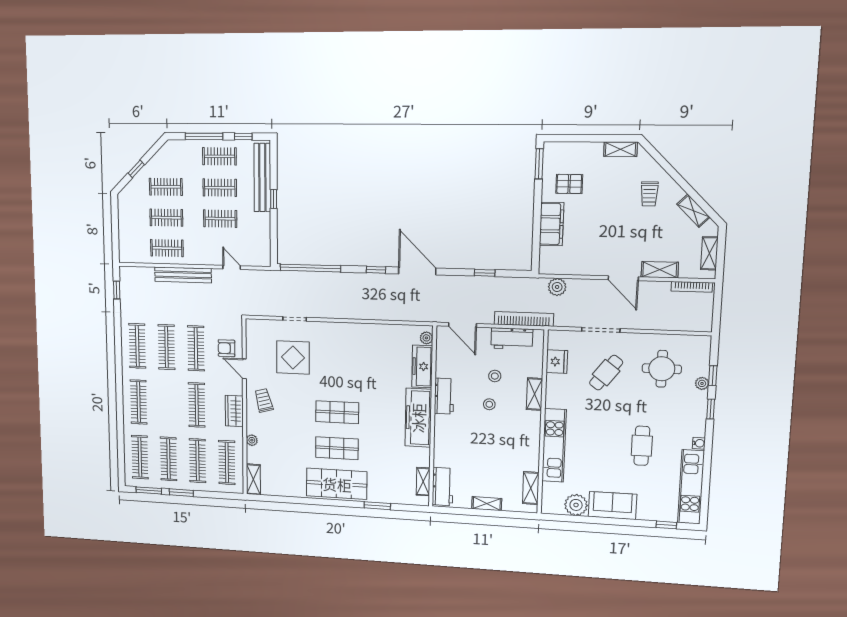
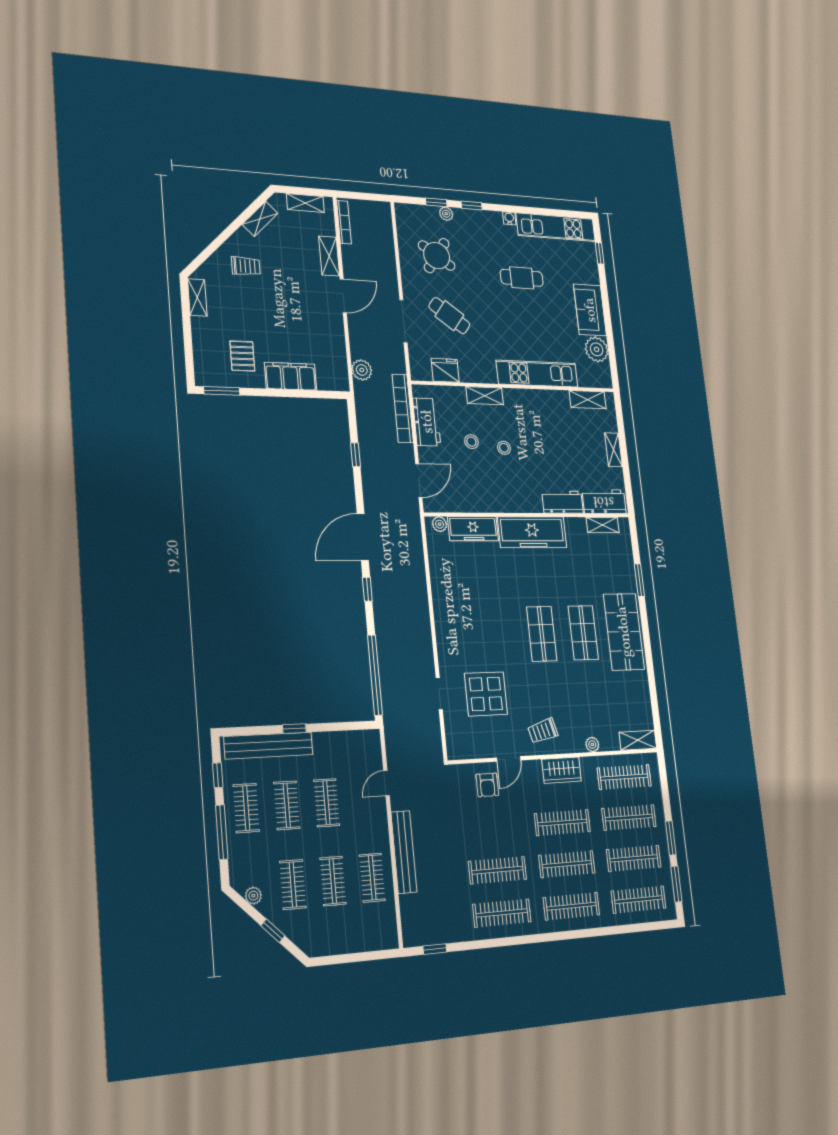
plant: (160, 156) -> (253, 896), added
clothes rail: (196, 348) -> (567, 864), moved
round table: (662, 369) -> (437, 256), turned 35
workbench: (444, 396) -> (563, 502), moved

